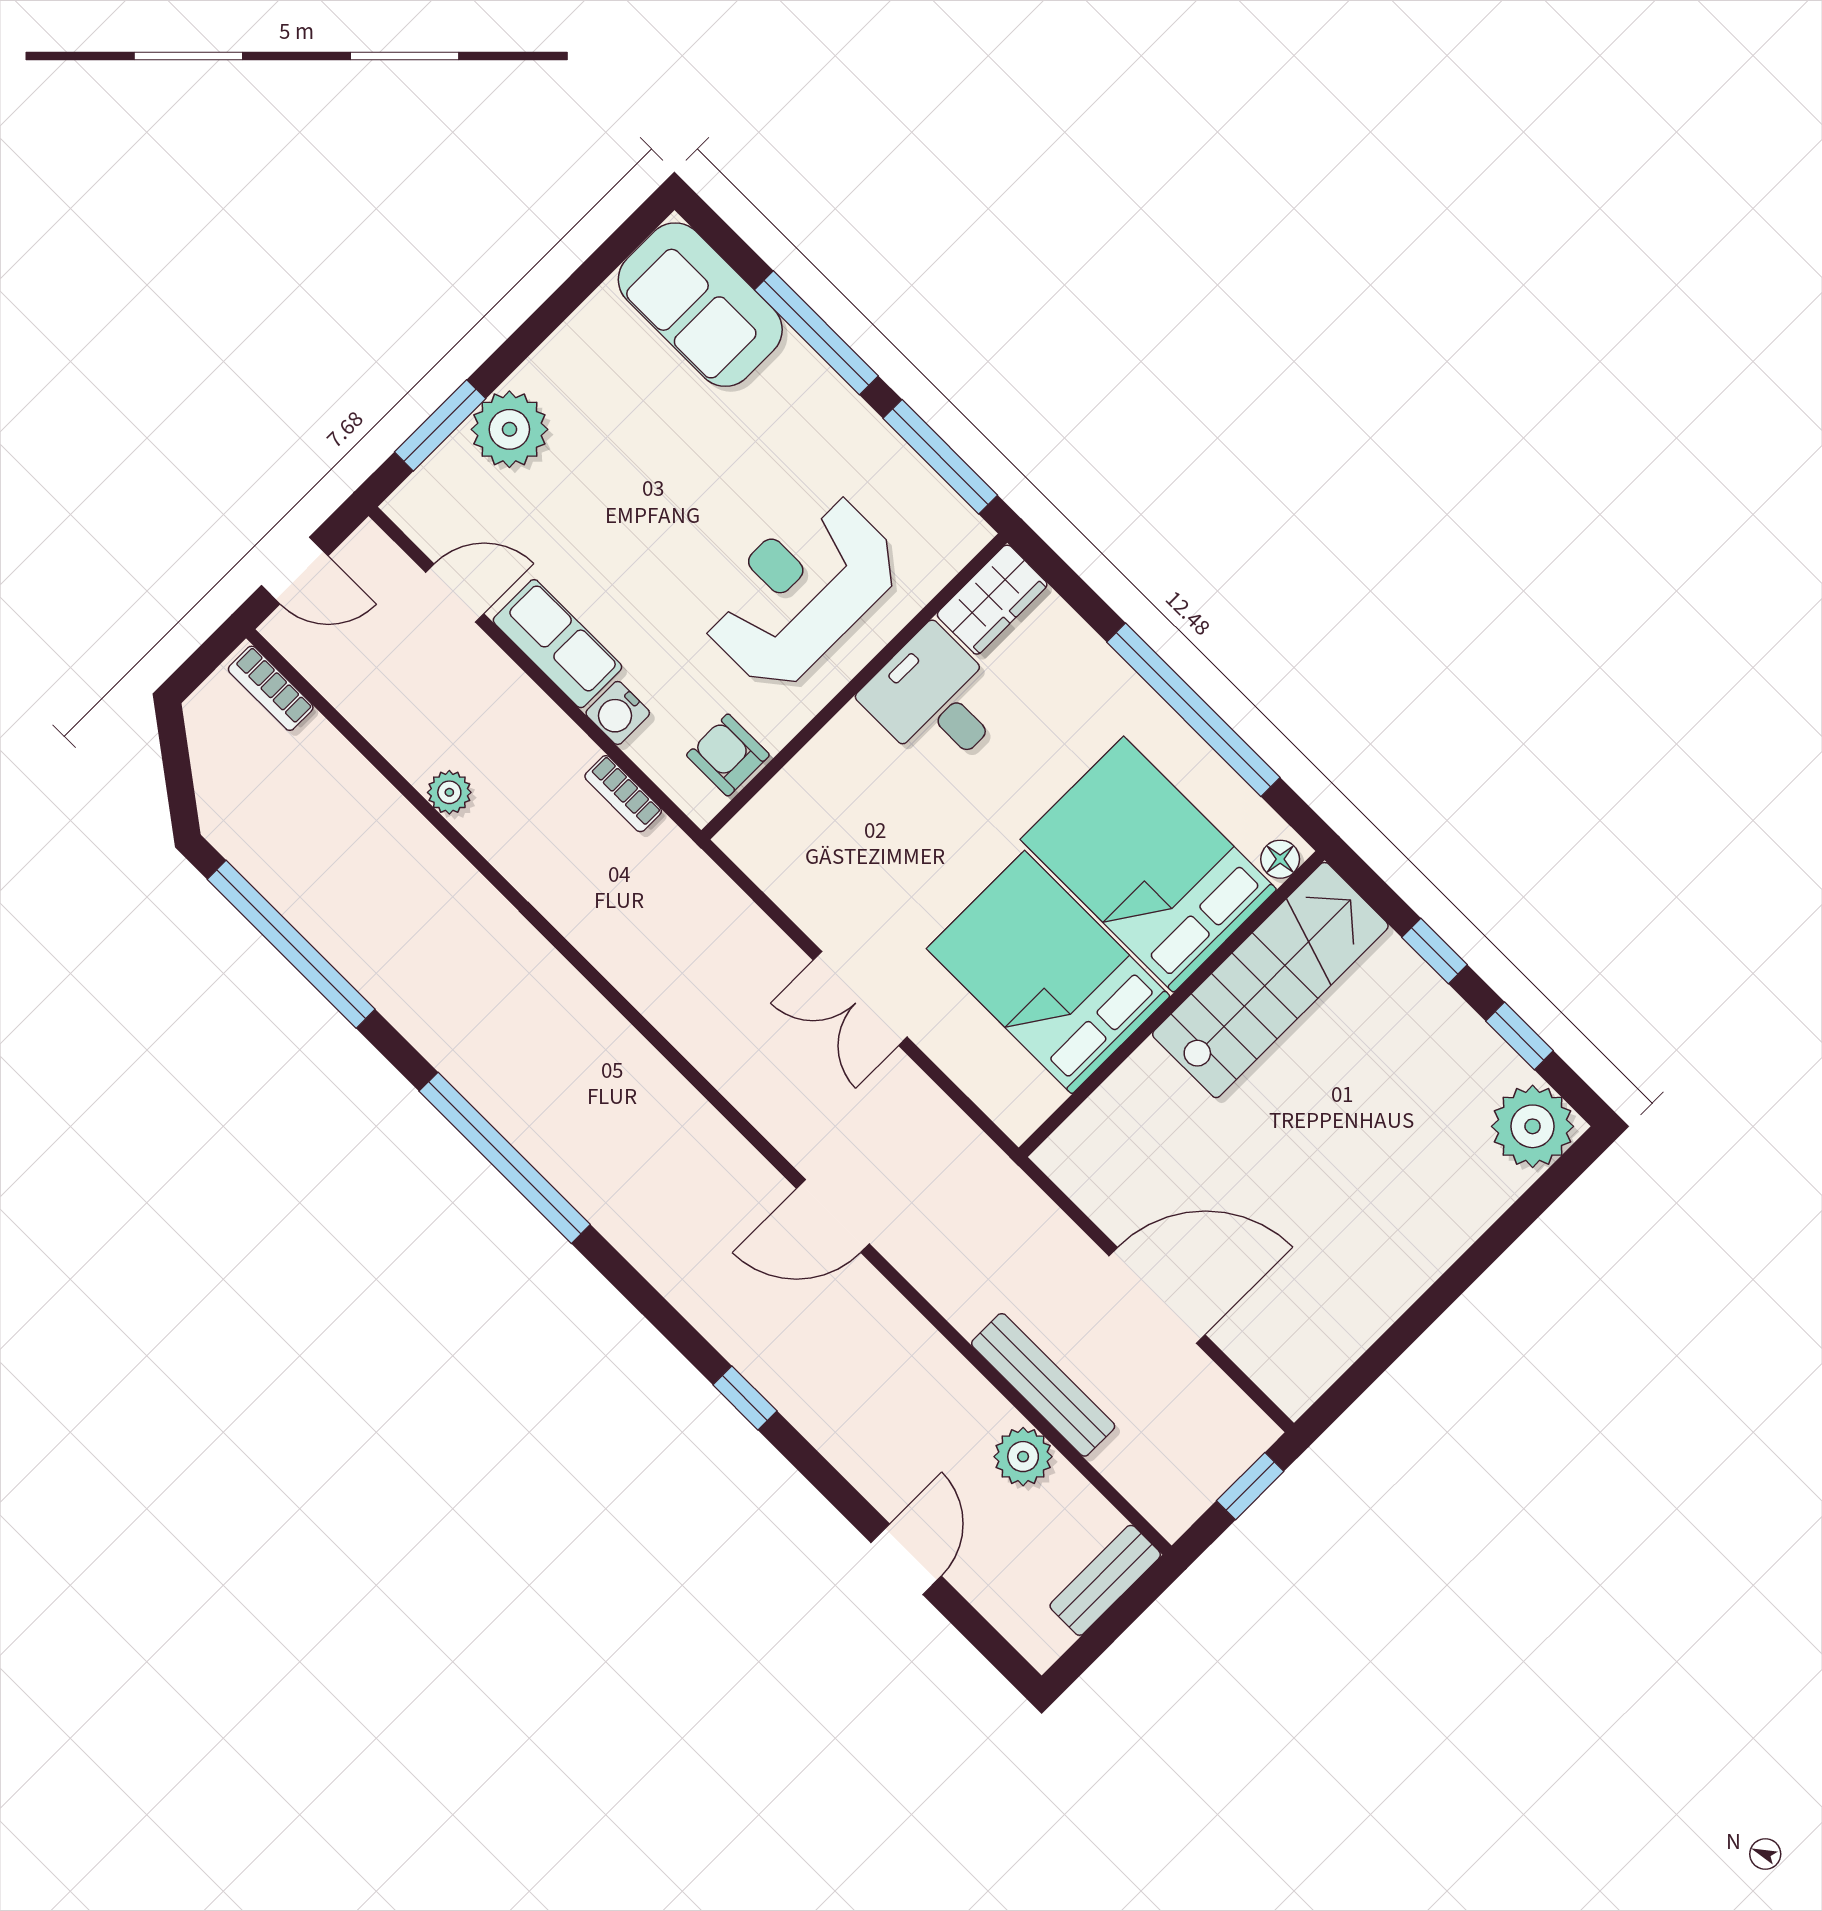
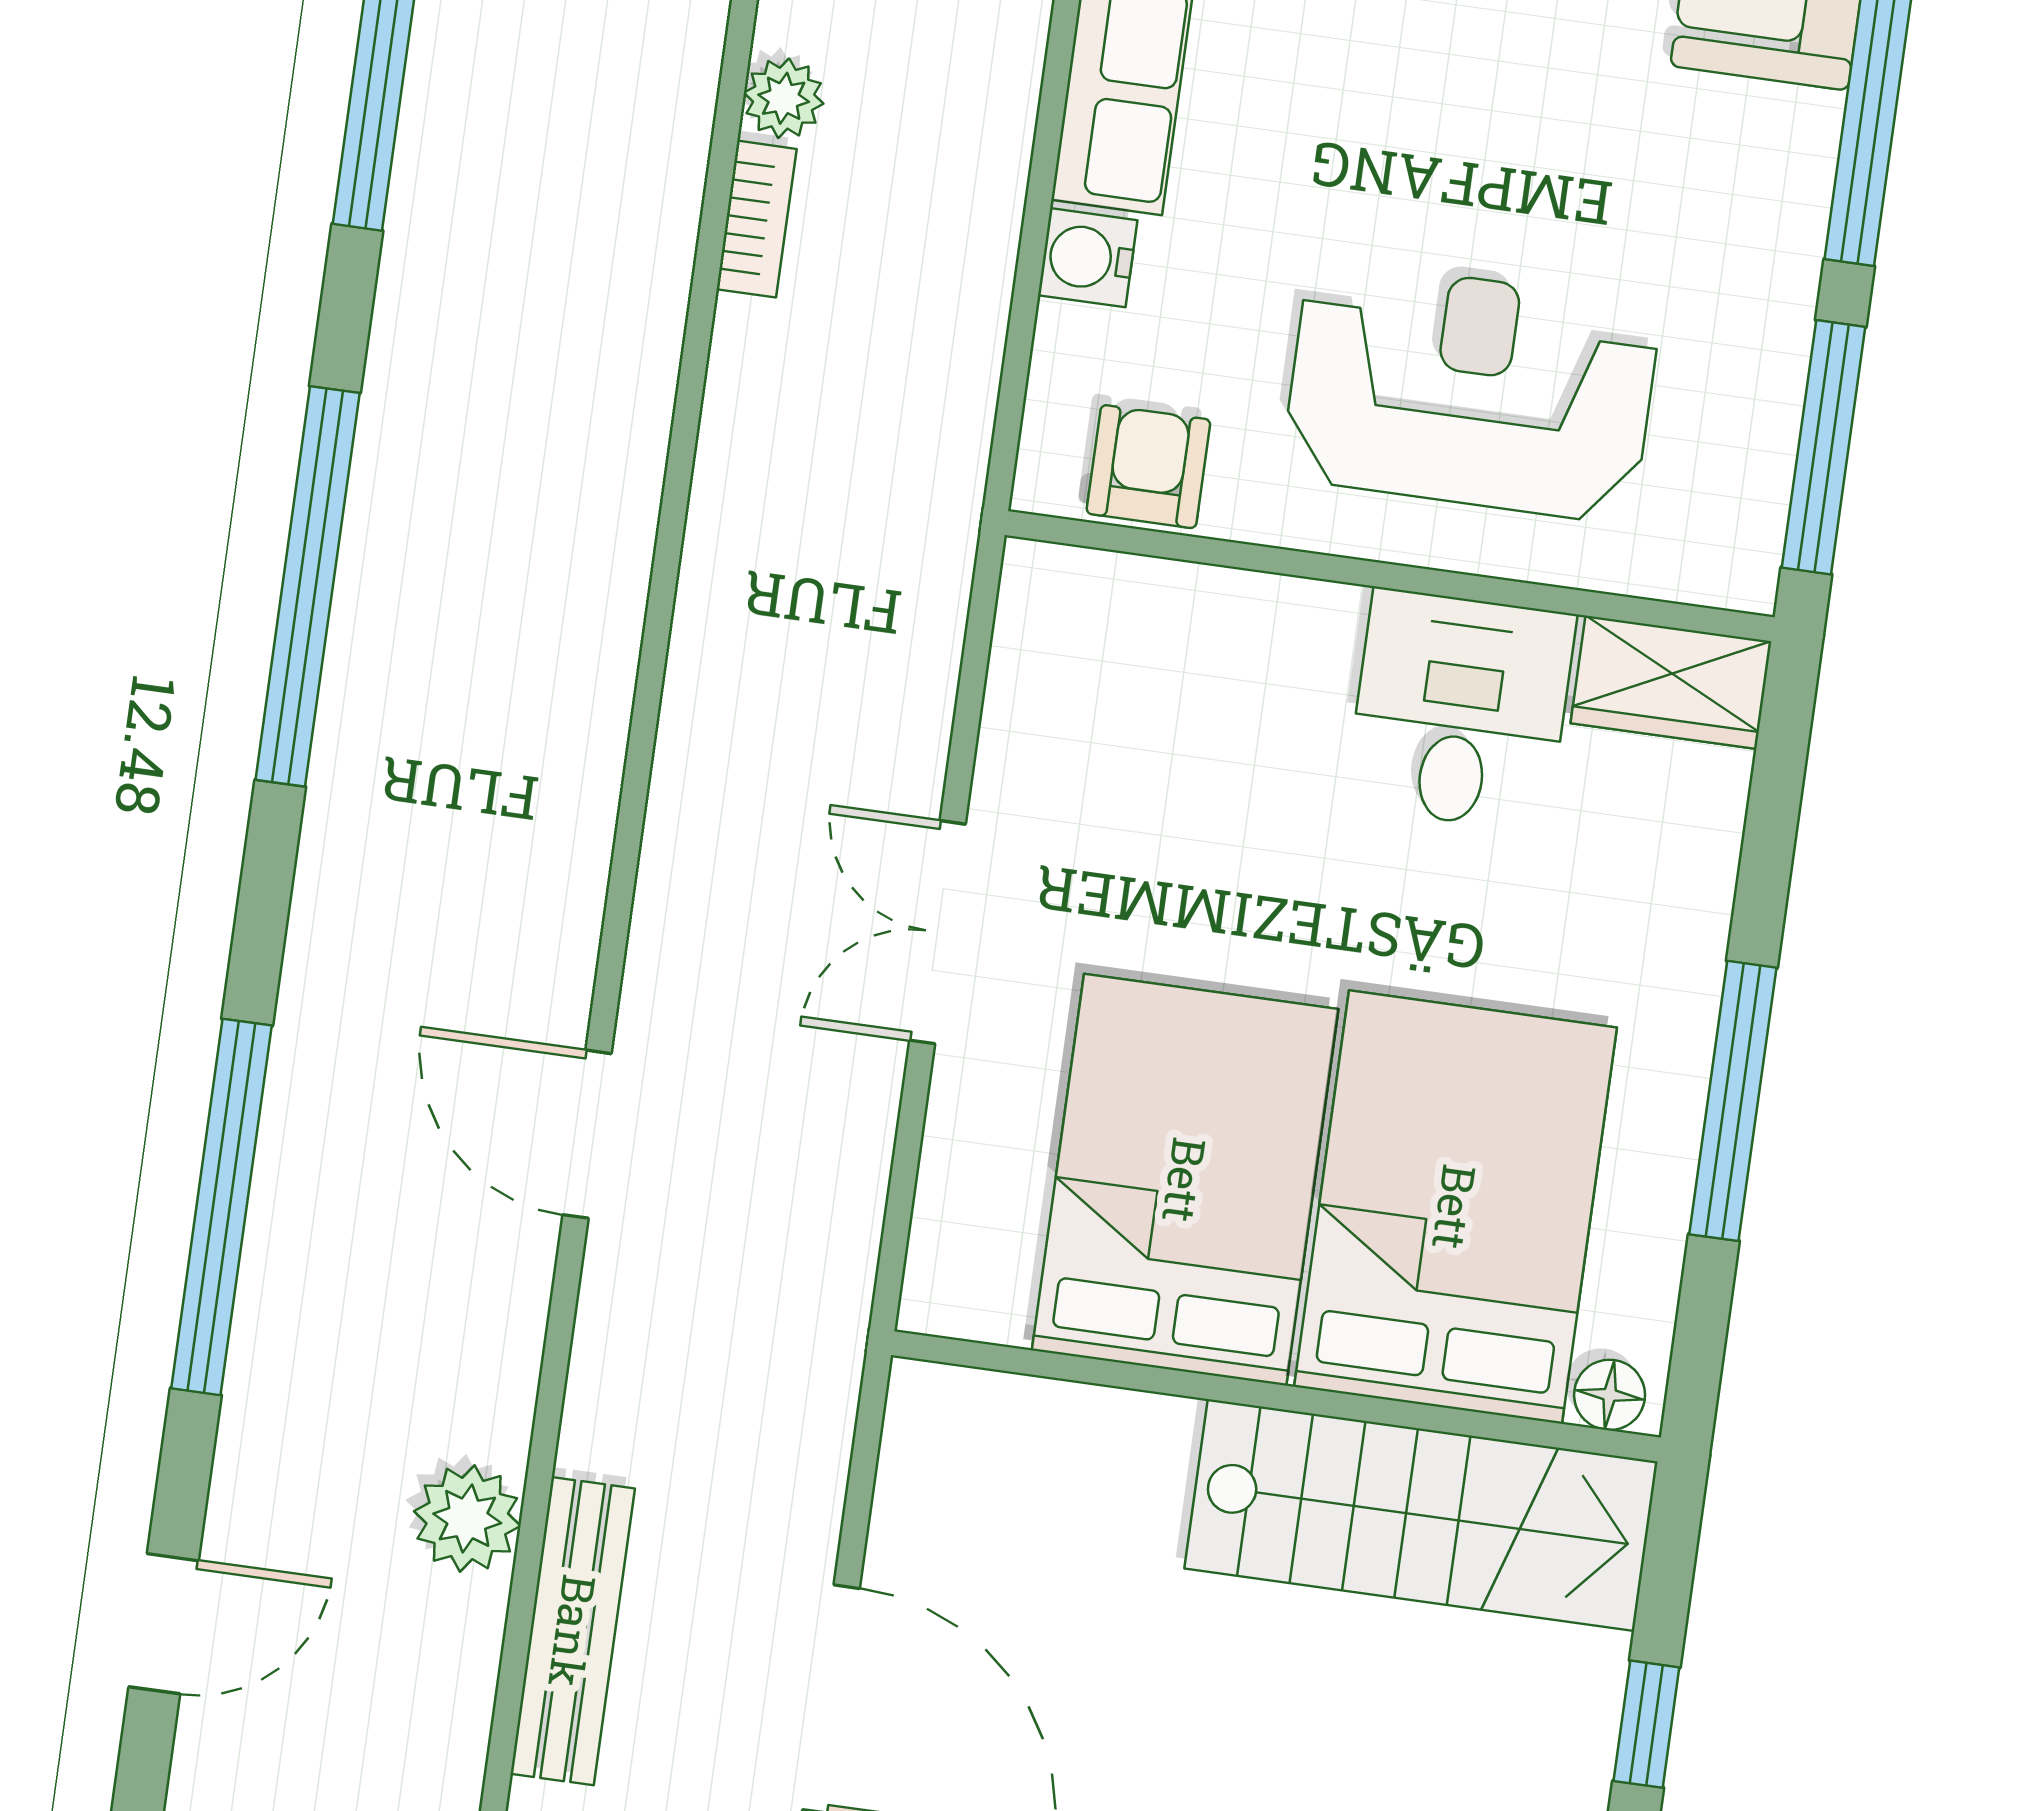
window: (1193, 710) -> (1733, 1101), width x0.68
bookcase: (623, 794) -> (756, 219), moved, turned 180
window: (745, 1398) -> (221, 1207), width x3.17
plant: (1023, 1457) -> (467, 1518), moved

